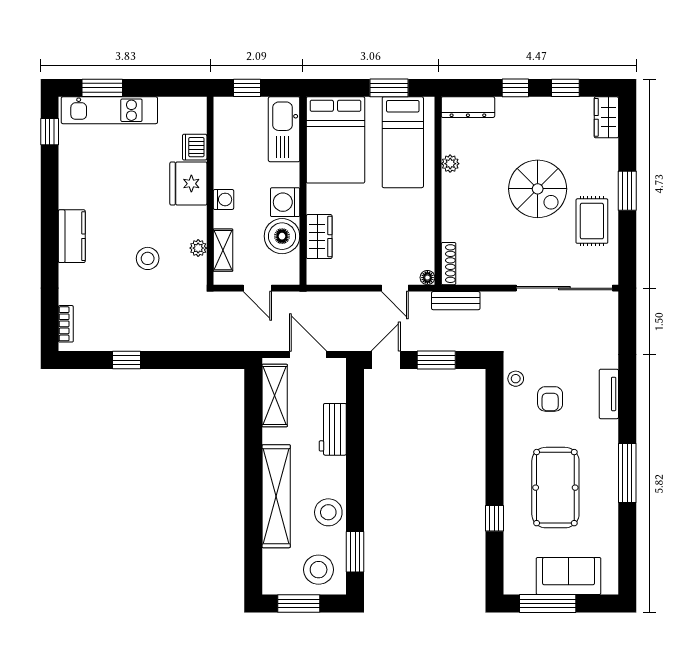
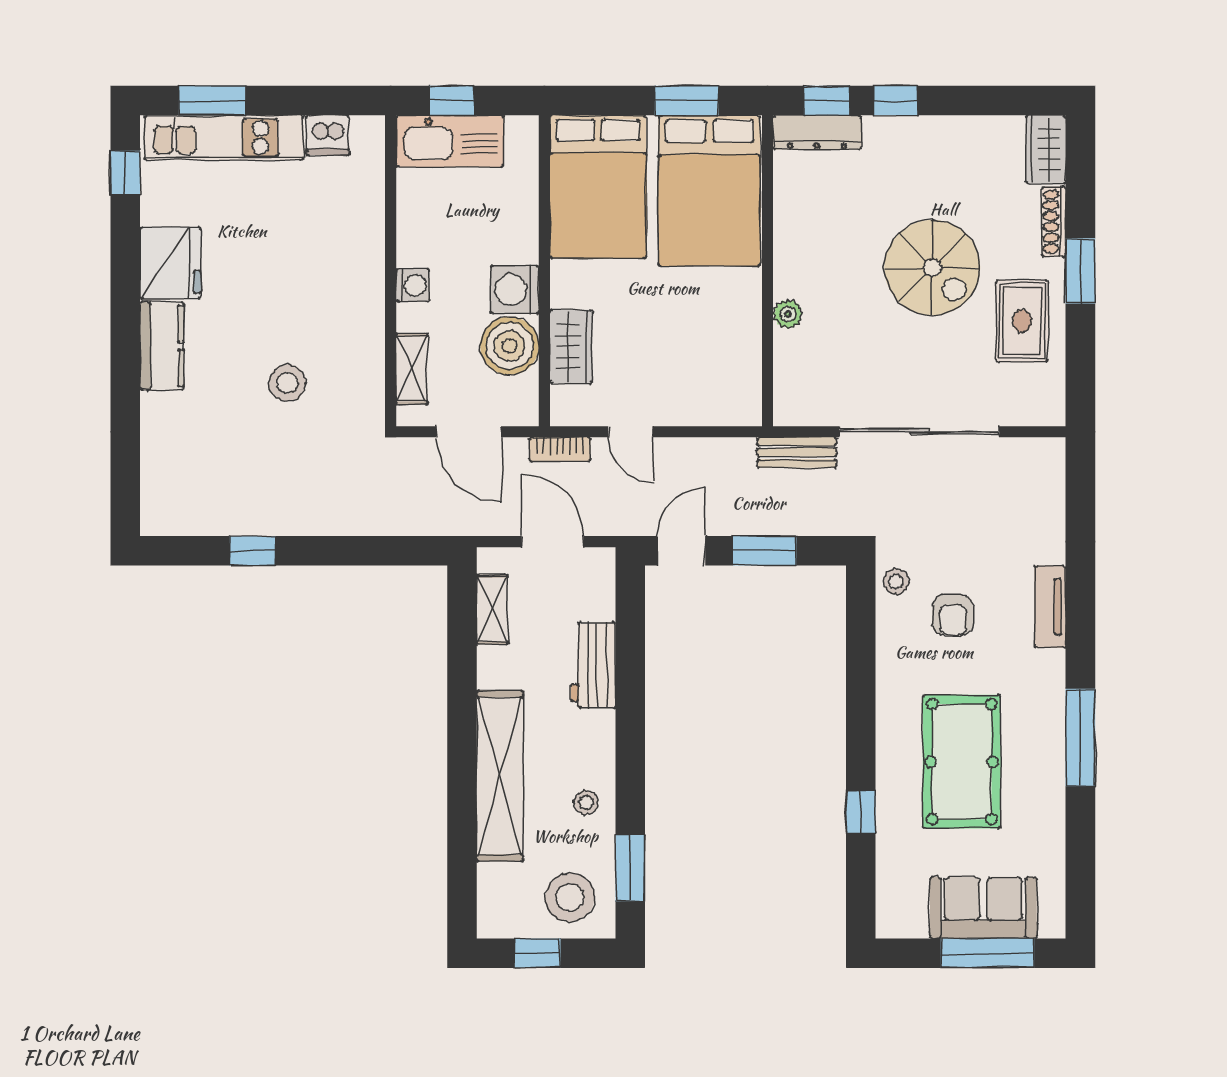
window: (565, 88) -> (827, 101), moved
kitchen sink: (284, 129) -> (450, 141), moved, turned -90
bed: (403, 142) -> (709, 191), width x1.50
dishwasher: (195, 147) -> (328, 135), moved, turned -90
plant: (450, 164) -> (788, 314), moved
fridge: (188, 184) -> (170, 263), moved, turned 180
plant: (198, 248) -> (371, 365), removed
shoe rack: (449, 264) -> (1054, 222), moved, turned 180
floor lamp: (427, 278) -> (750, 414), removed
door: (257, 288) -> (469, 432), width x1.38
door: (395, 288) -> (630, 432), moved
sliding door: (564, 288) -> (919, 432), moved
bookcase: (66, 324) -> (560, 449), moved, turned 90
shelving: (275, 396) -> (492, 609), width x0.67, depth x0.75
stool: (328, 512) -> (586, 802), width x0.53, depth x0.53
window: (299, 603) -> (537, 953), width x0.67
window: (548, 603) -> (987, 953), moved

